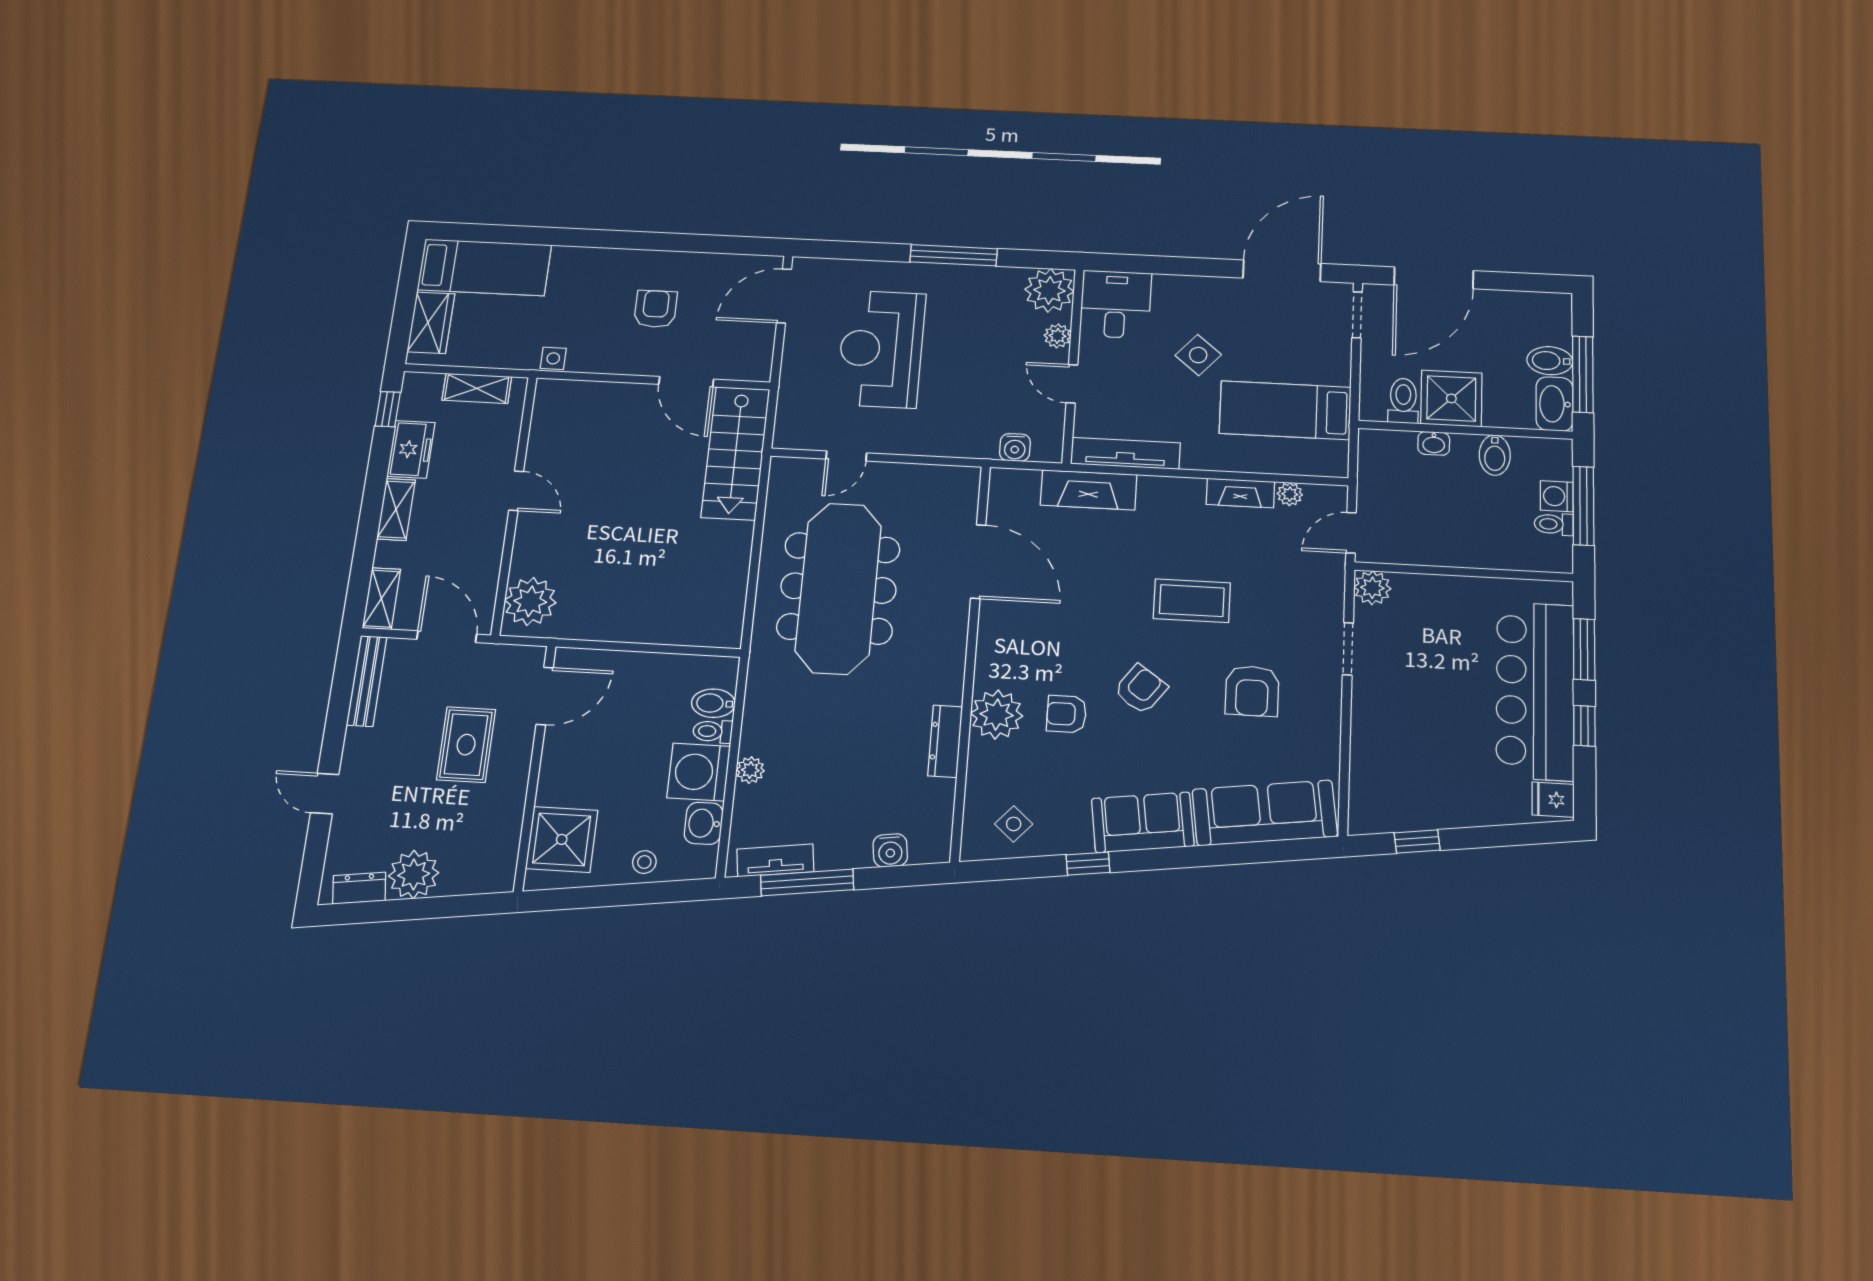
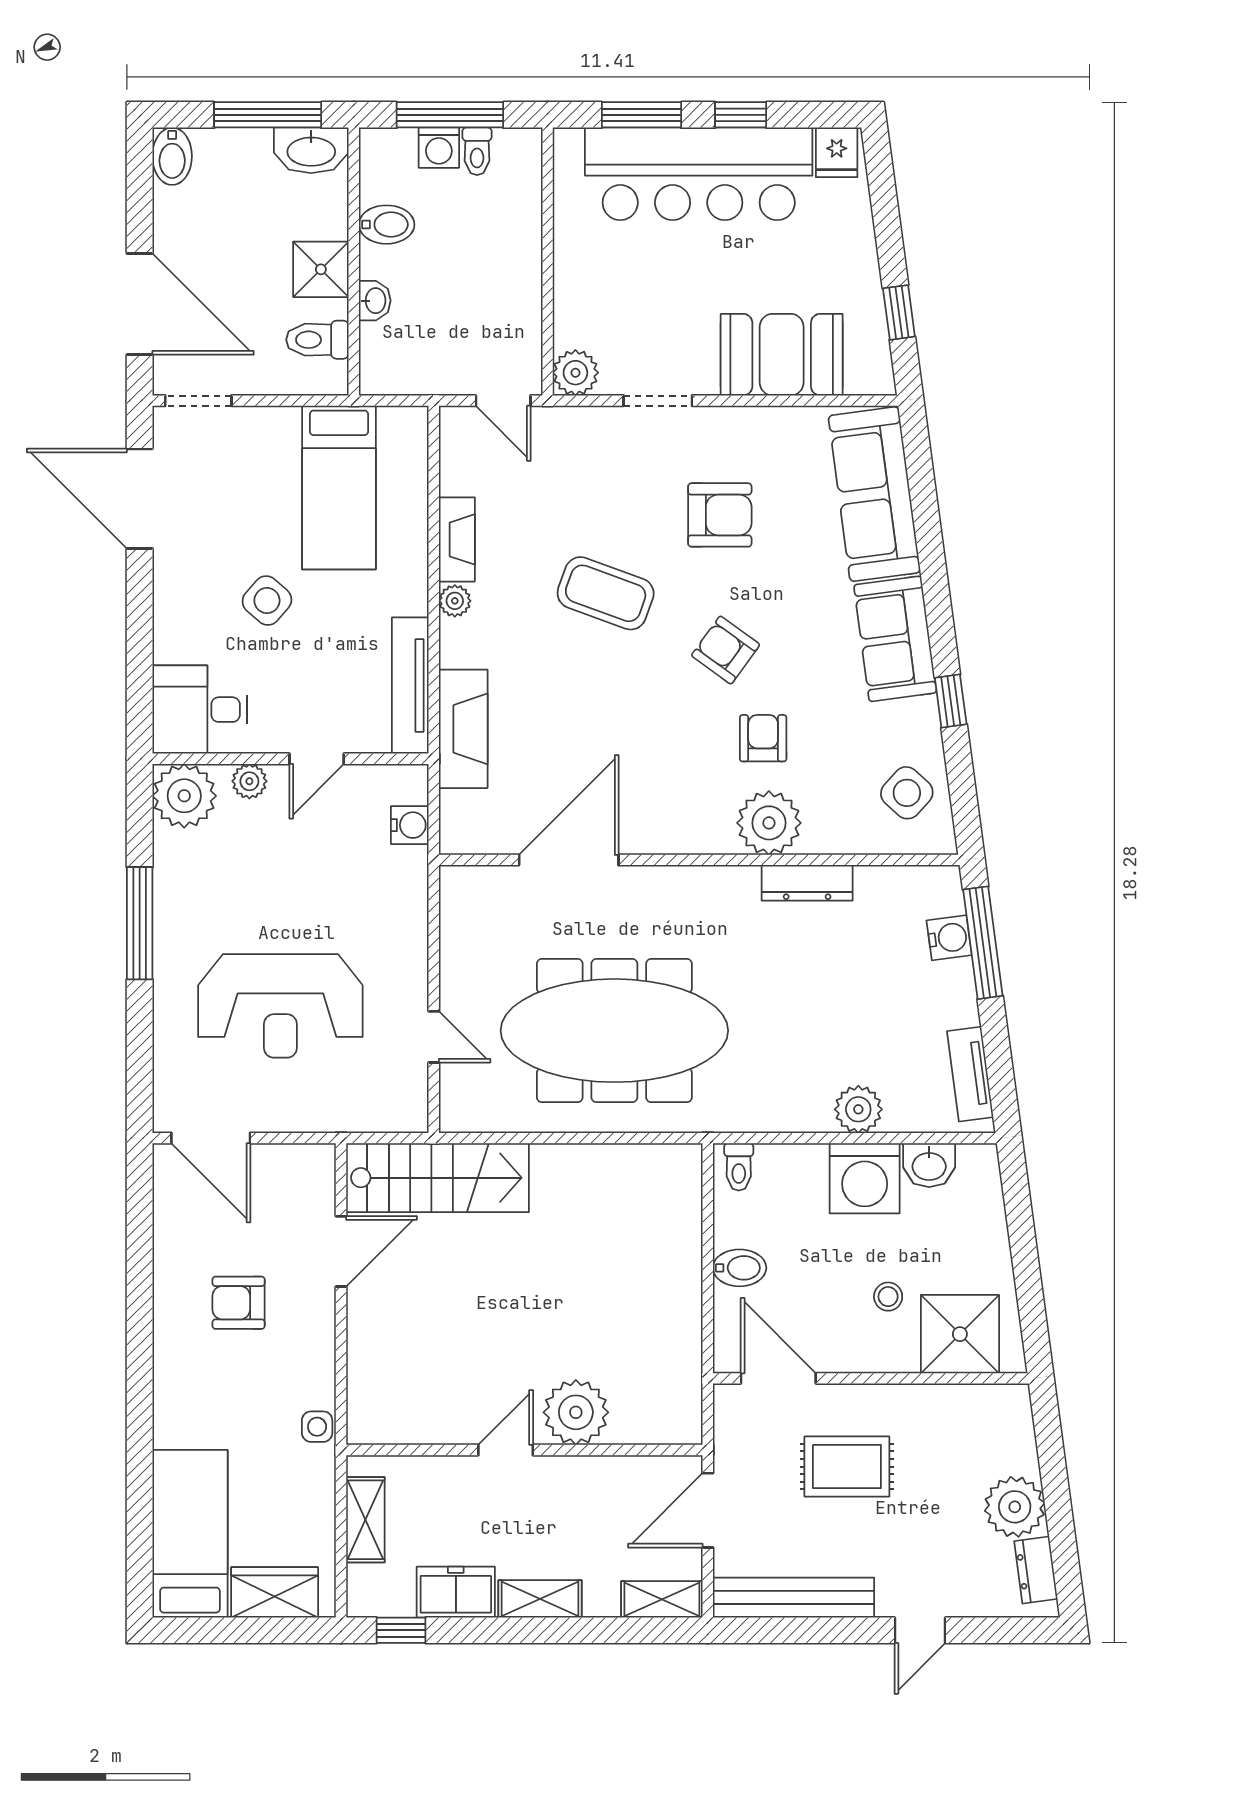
bidet: (1550, 361) -> (172, 156), moved
shower: (1451, 398) -> (321, 269), width x0.73, depth x0.73
plant: (1290, 494) -> (455, 601), moved
plant: (530, 601) -> (576, 1412), moved
coffee table: (1192, 601) -> (606, 593), turned -70
bench: (367, 681) -> (793, 1598), width x1.37, depth x1.21
bidet: (713, 703) -> (740, 1268), moved, turned -90
armchair: (1066, 714) -> (763, 738), turned 180
toilet: (713, 731) -> (739, 1167), moved
booth: (1384, 746) -> (782, 355), added
plant: (750, 770) -> (858, 1109), width x1.38, depth x1.38
side table: (1014, 824) -> (907, 793), width x1.37, depth x1.37
stool: (644, 862) -> (888, 1297), moved
window: (807, 882) -> (983, 943), moved

